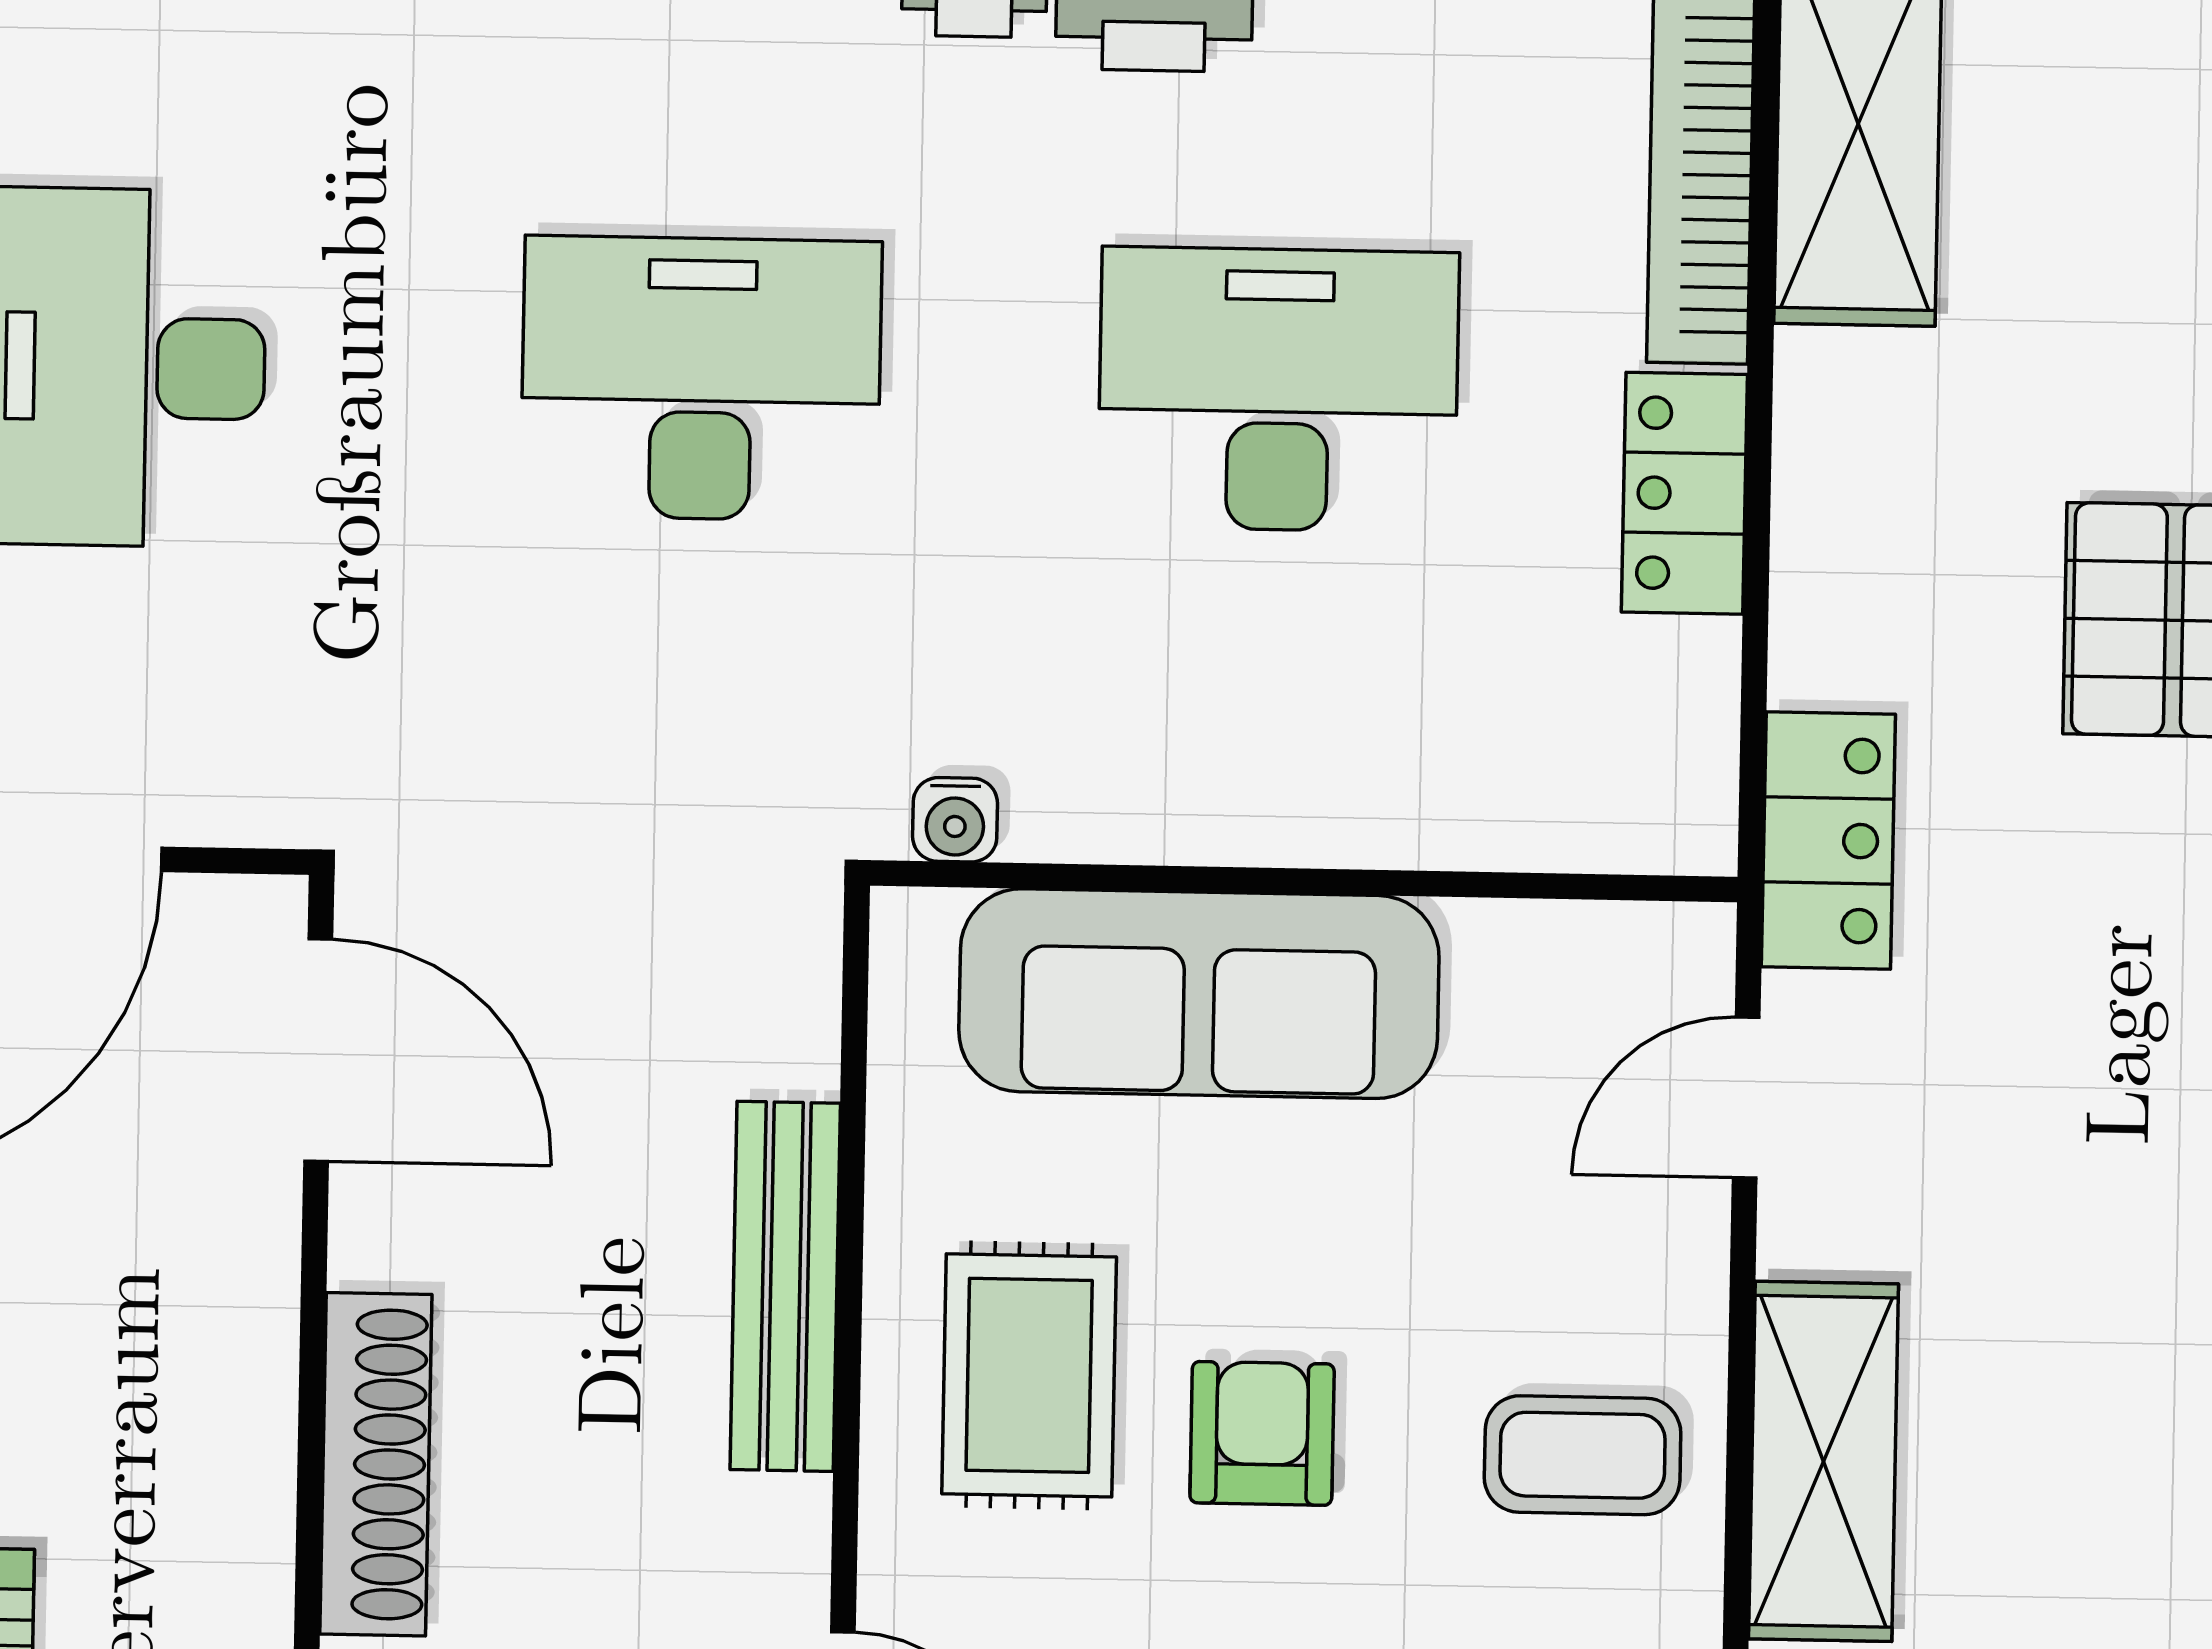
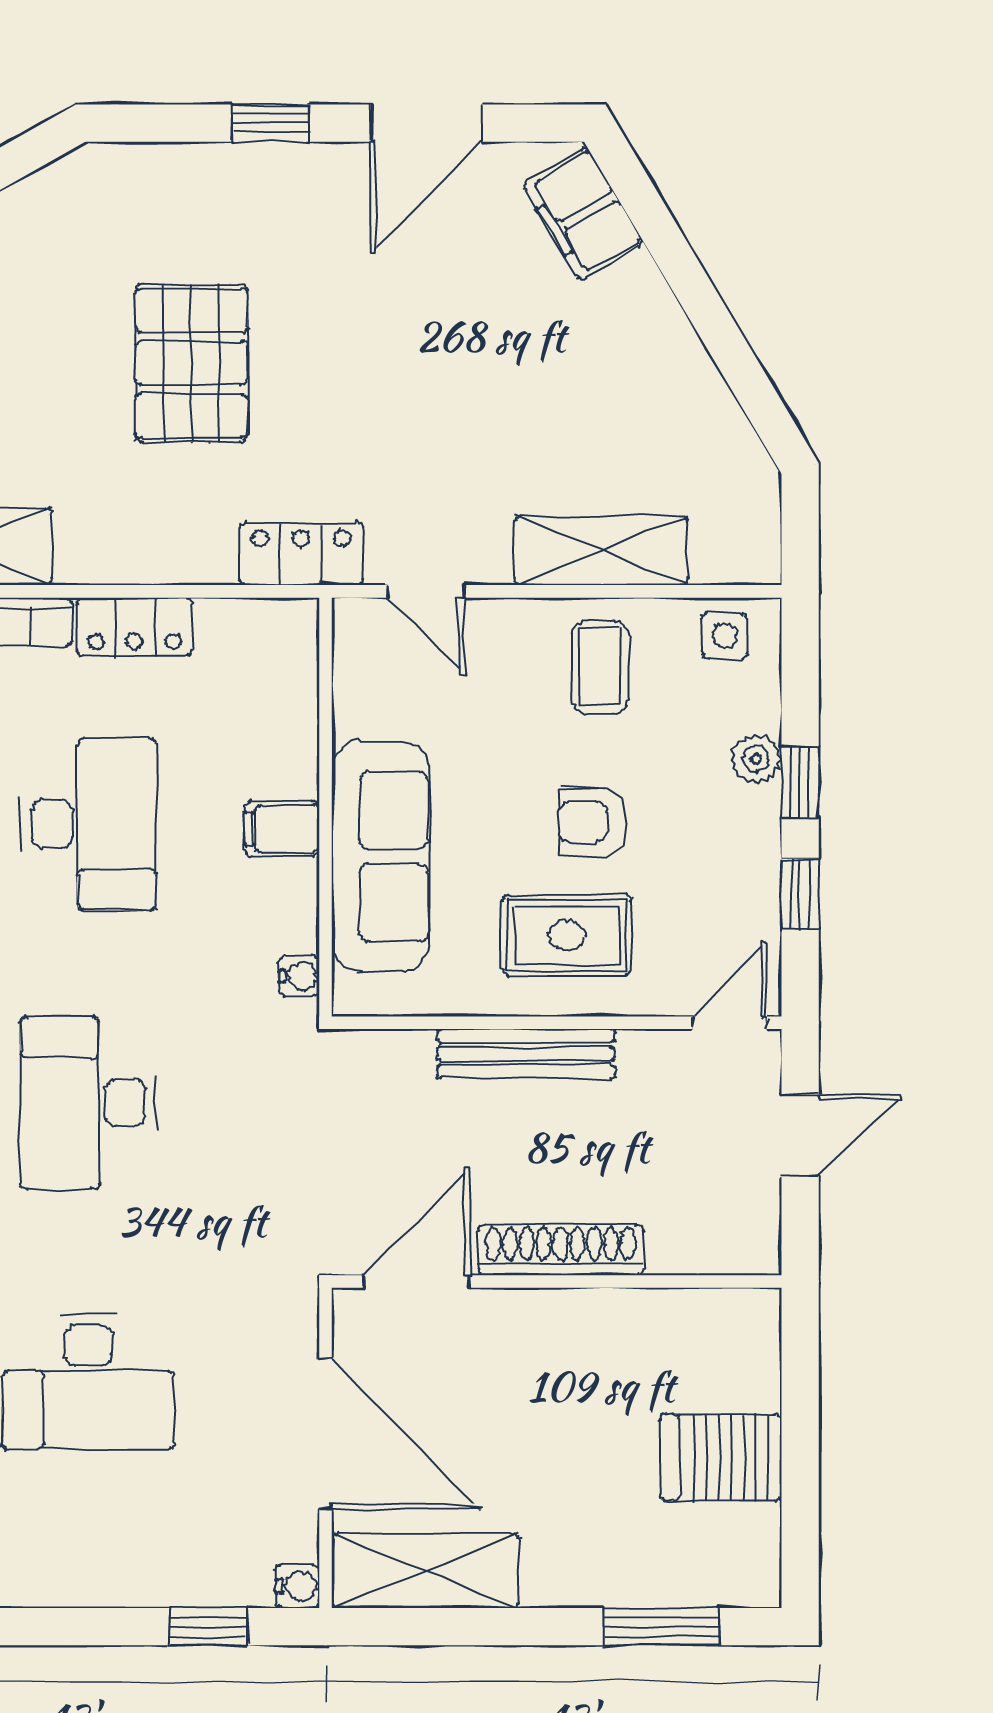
desk: (1278, 390) -> (88, 824), turned 180
filing cabinet: (1261, 790) -> (282, 829), added
shoe rack: (376, 1464) -> (560, 1250), moved

